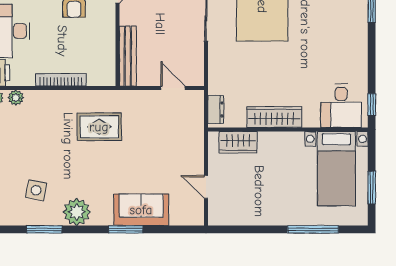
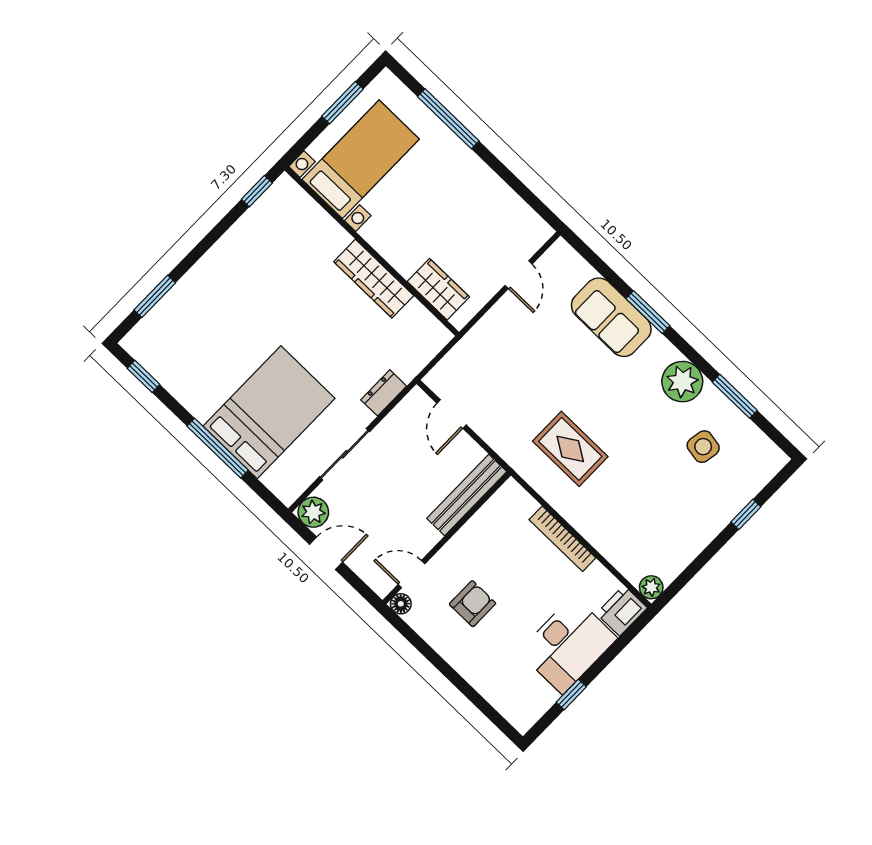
plant: (16, 98) -> (629, 566), removed
desk: (341, 106) -> (291, 222), removed
dresser: (216, 109) -> (384, 393), moved

